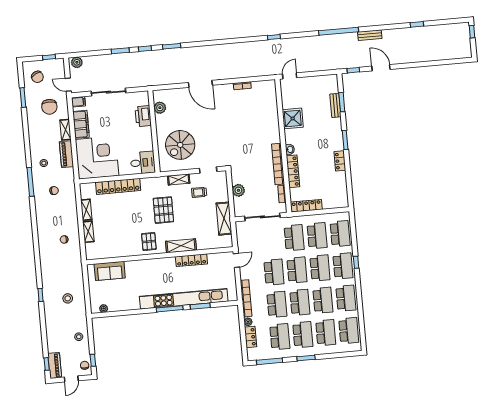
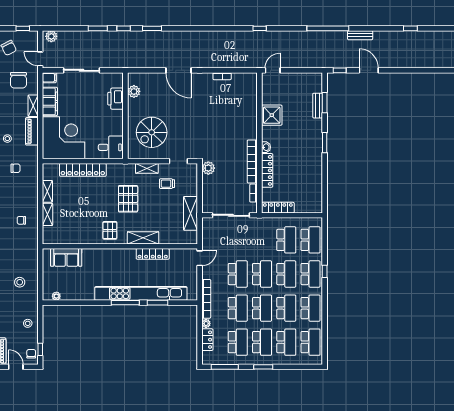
locker: (340, 161) -> (317, 164), removed
plant: (238, 190) -> (208, 168), moved
school desk: (294, 238) -> (262, 240), removed
door: (71, 379) -> (16, 367), swing flipped

